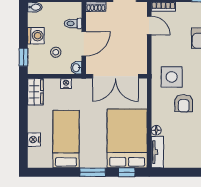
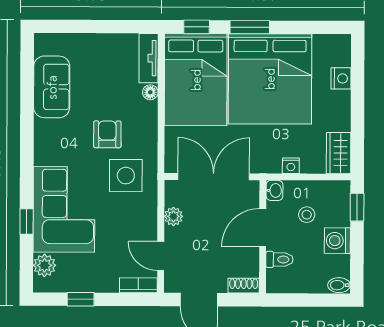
plant: (141, 51) -> (173, 216), added
bed: (66, 139) -> (270, 79), width x2.04

